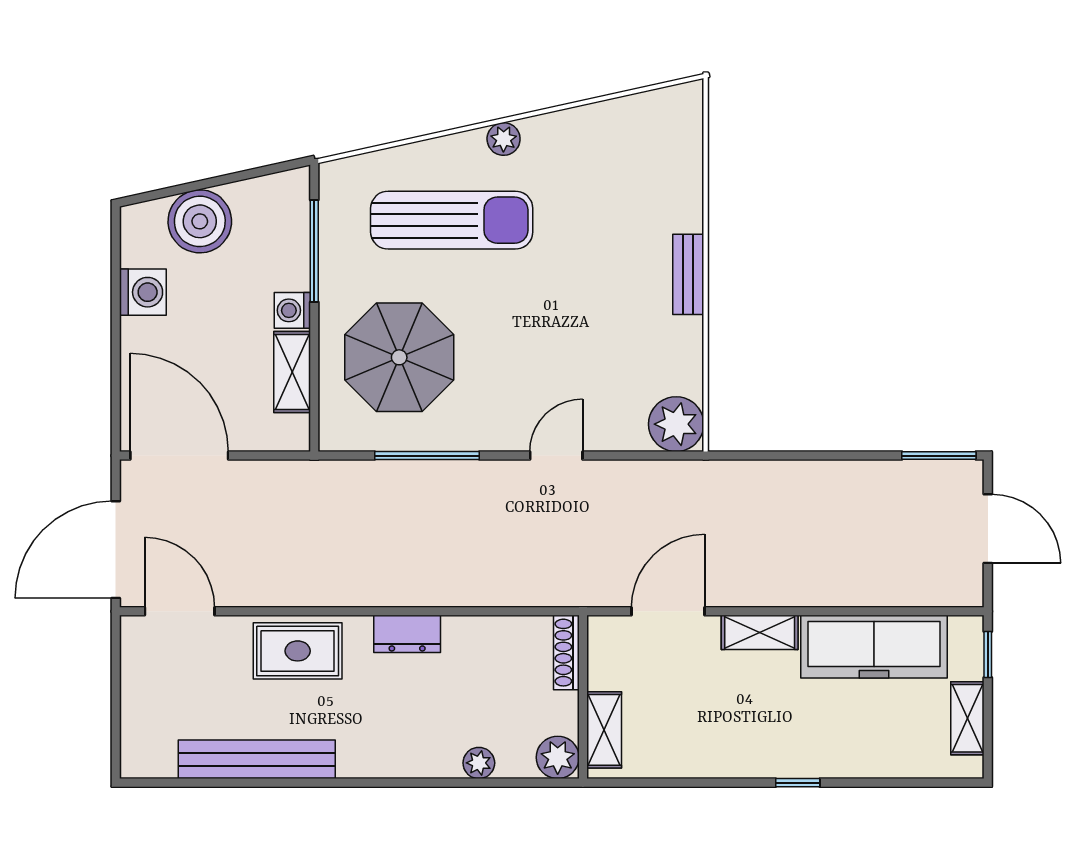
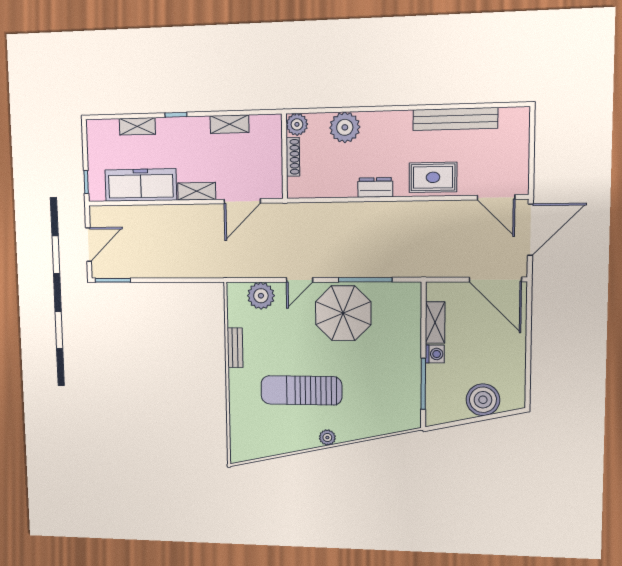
sun lounger: (452, 220) -> (301, 390), moved
bench: (688, 274) -> (235, 348), moved
washing machine: (143, 292) -> (514, 364), removed
parasol: (399, 357) -> (343, 313), moved
plant: (676, 424) -> (261, 296), moved
door: (988, 529) -> (88, 245), swing flipped
shoe rack: (566, 653) -> (293, 157), moved
shelving: (967, 718) -> (137, 126), moved, turned 90
shelving: (604, 730) -> (230, 124), moved, turned 90
plant: (479, 763) -> (345, 127), width x1.87, depth x1.87

